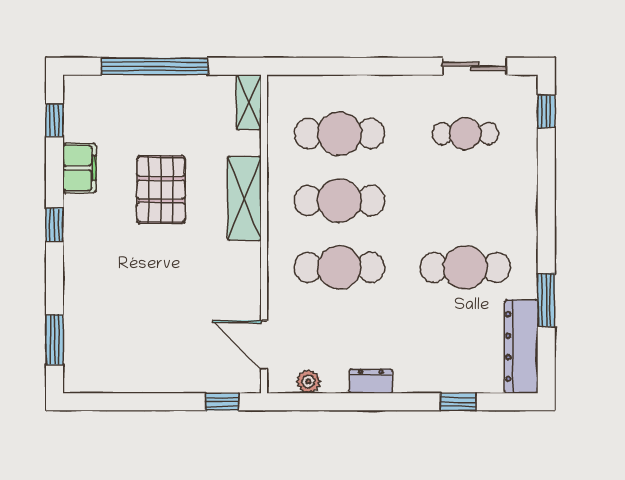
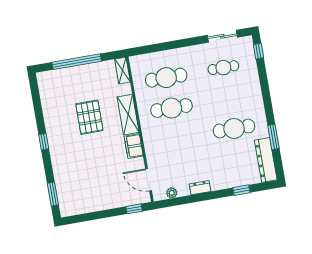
window: (54, 120) -> (35, 94), removed
filing cabinet: (79, 168) -> (134, 146), moved, turned 180
cafe table: (339, 267) -> (177, 138), removed

